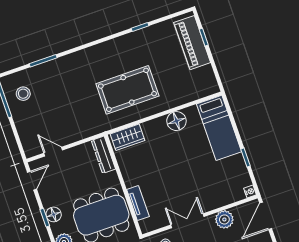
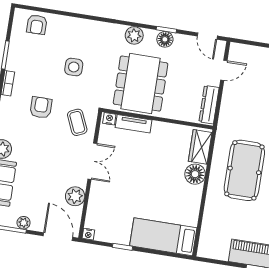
floor lamp: (176, 121) -> (195, 174), moved
dresser: (103, 155) -> (209, 105), moved, turned -90
nightstand: (145, 225) -> (109, 119), added

